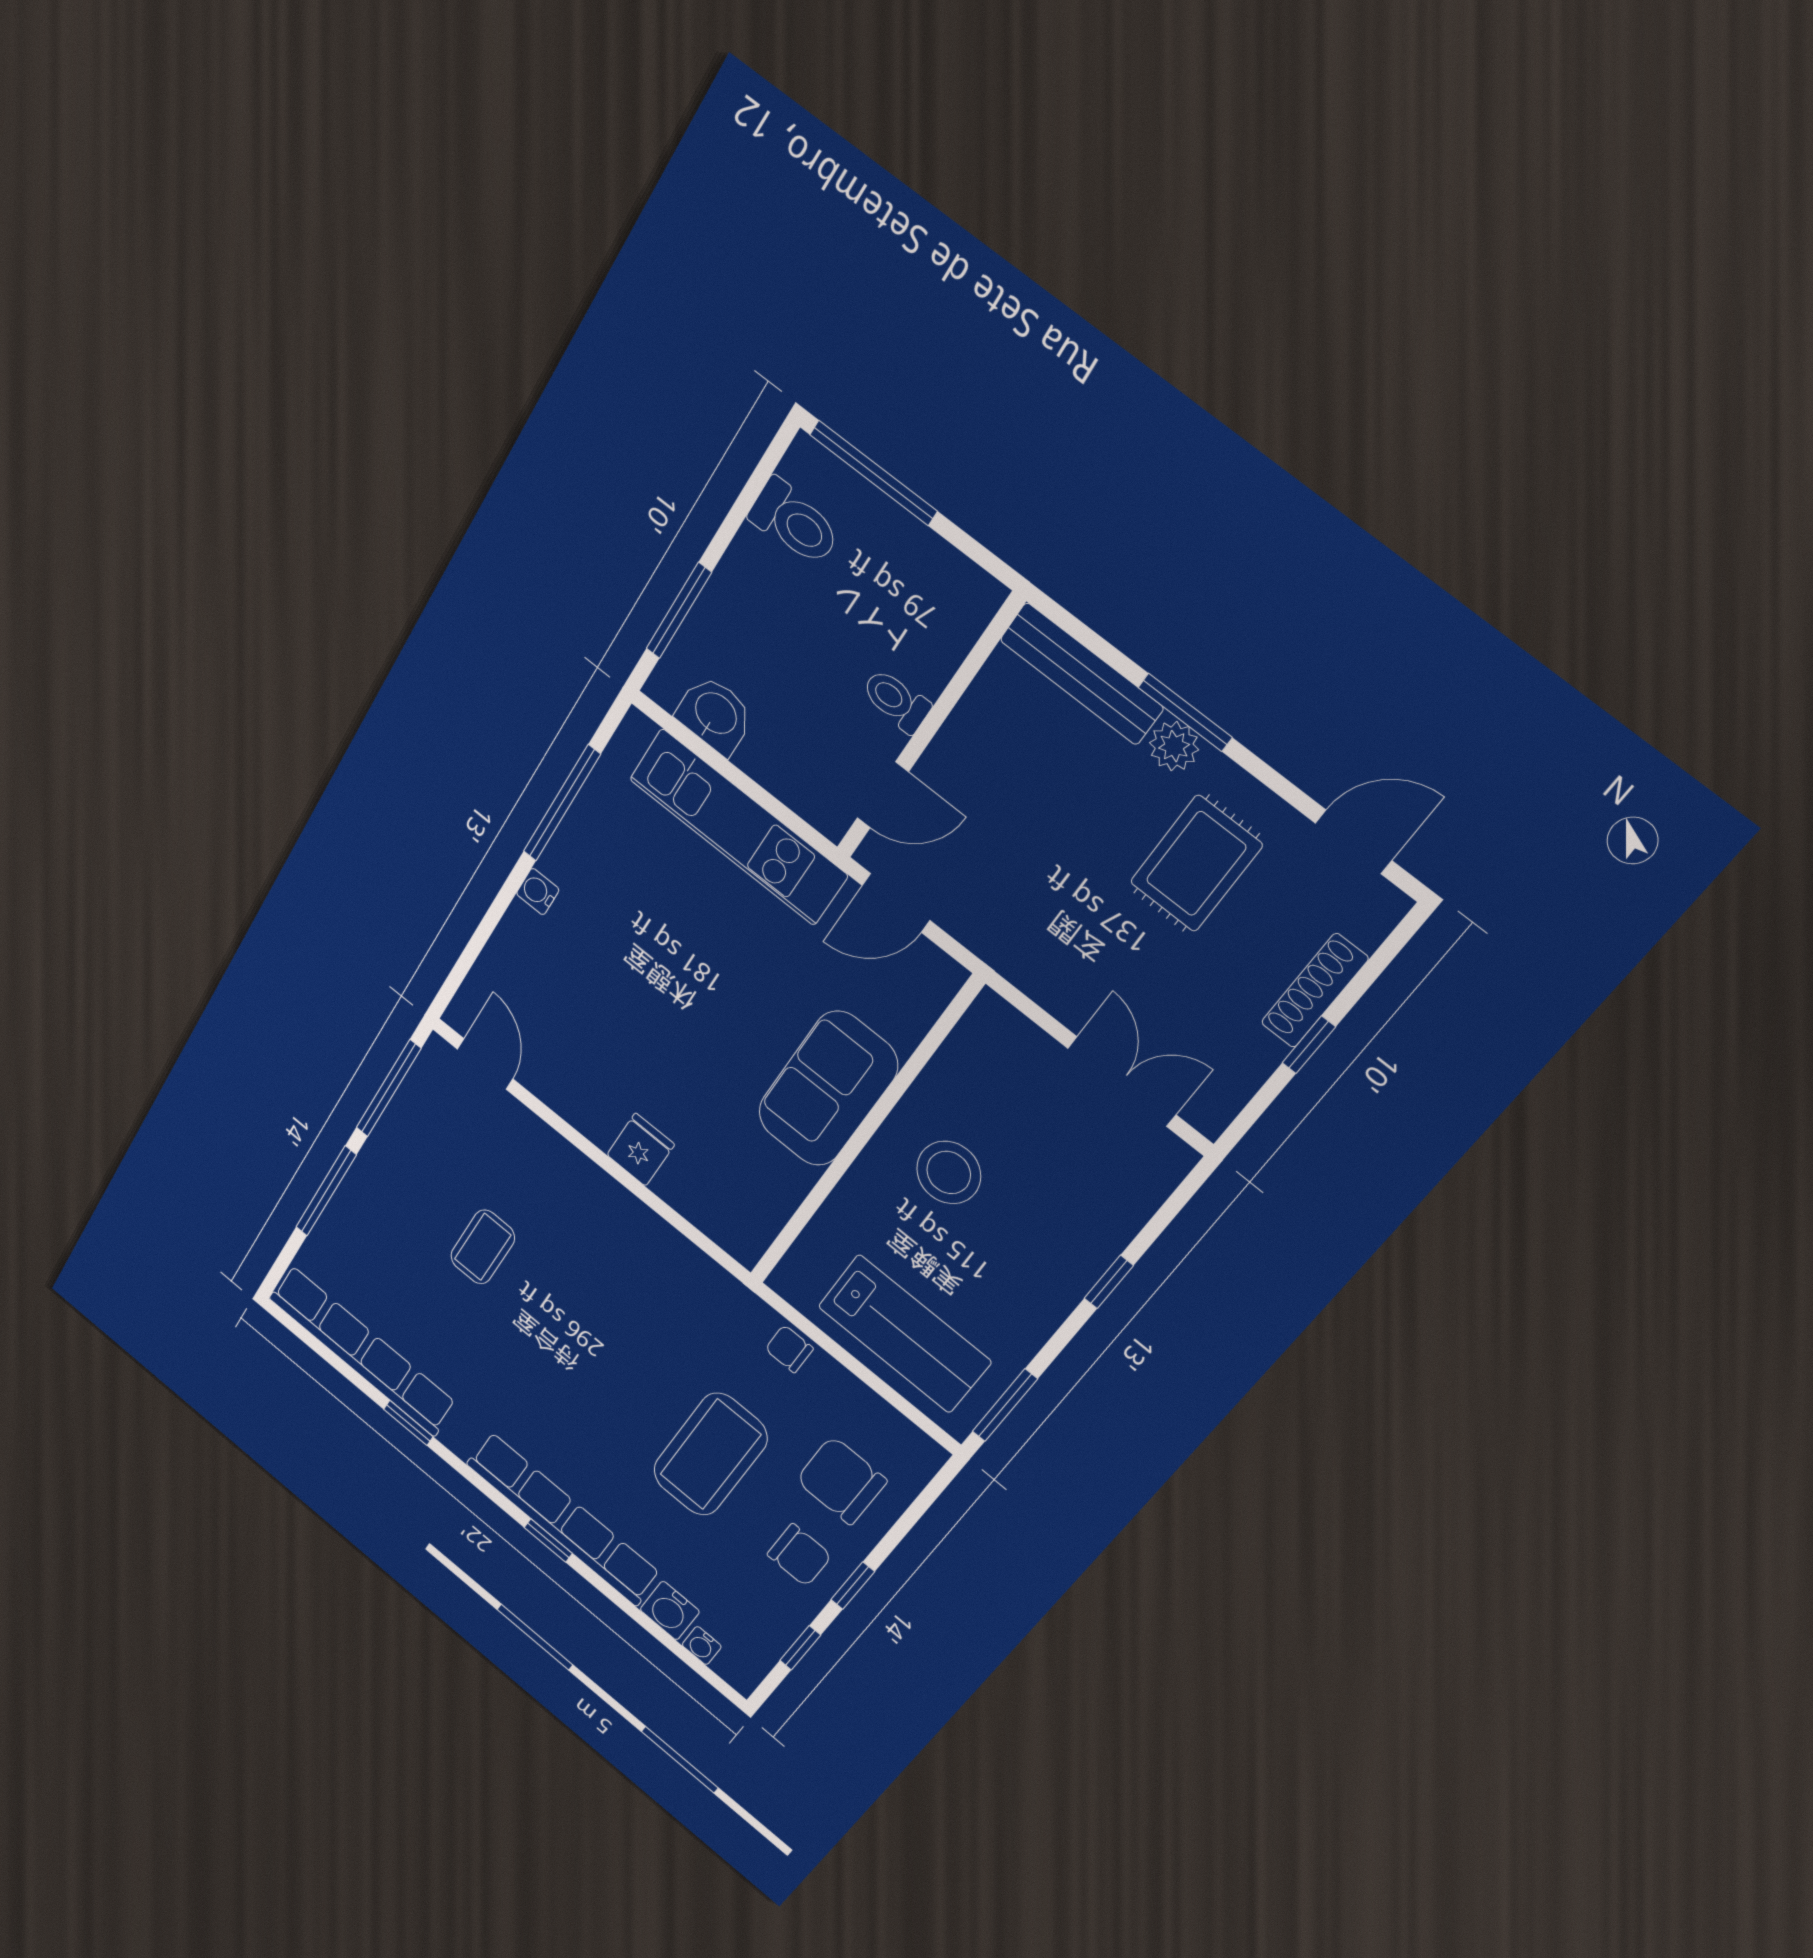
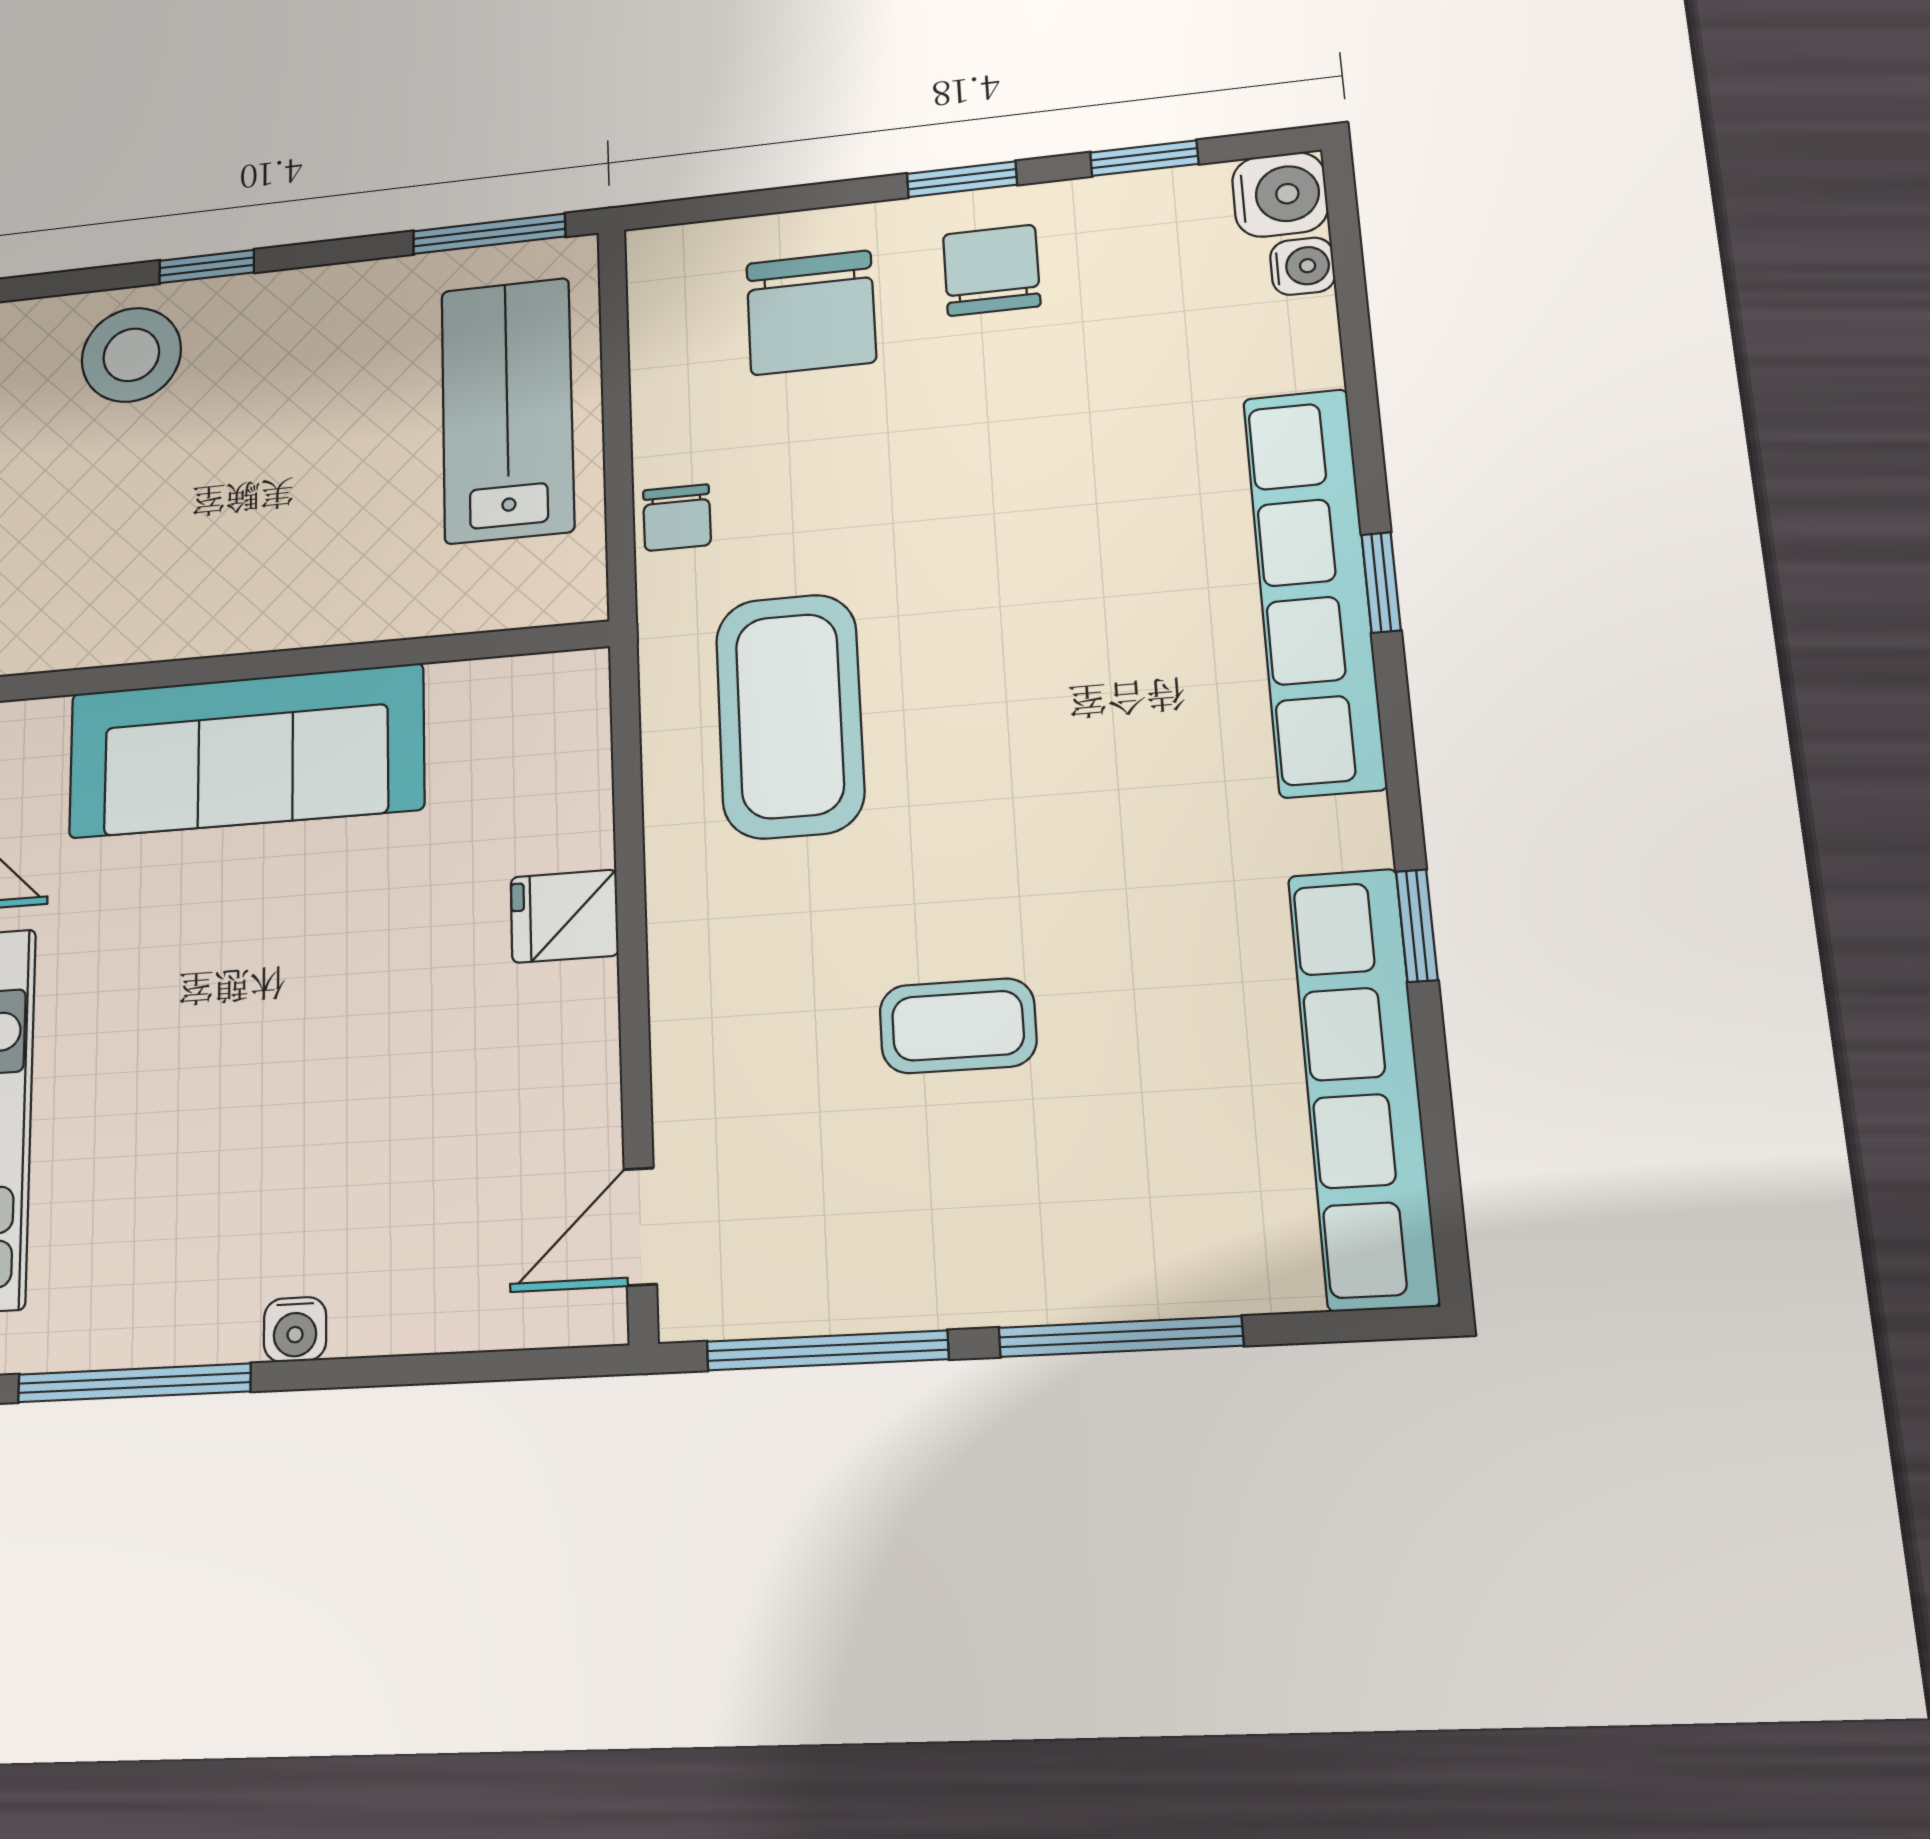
sofa: (828, 1089) -> (246, 751), width x1.36
stool: (949, 1172) -> (131, 355), moved
coffee table: (710, 1454) -> (790, 716), moved, turned 90
water cooler: (670, 1611) -> (1280, 195), moved

